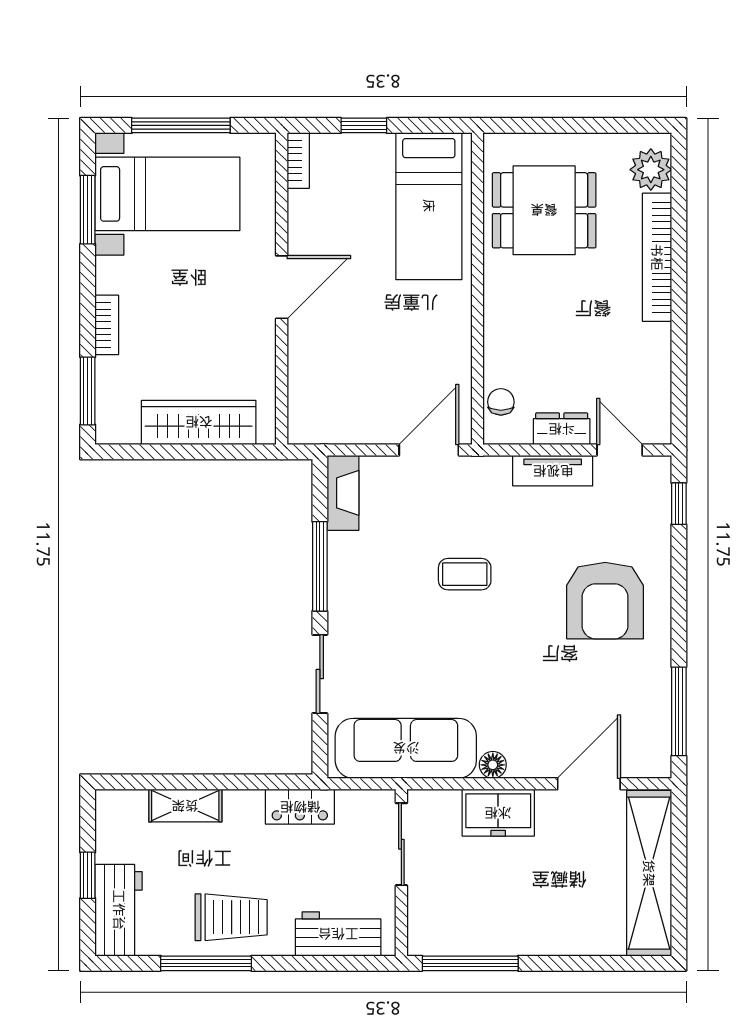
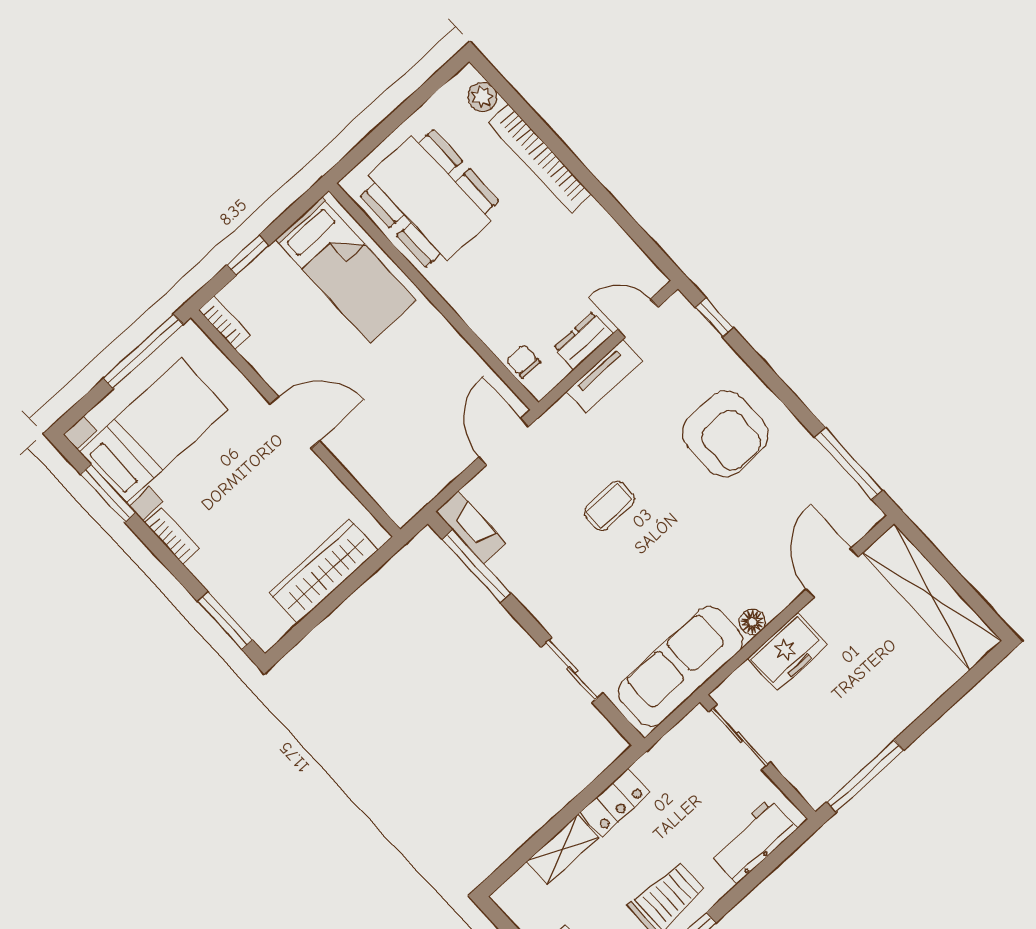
window: (181, 125) -> (143, 351), moved
plant: (651, 170) -> (482, 97), width x0.73, depth x0.73
dining table: (544, 210) -> (430, 198), width x1.37
door: (282, 287) -> (295, 422), hinge flipped
bookcase: (107, 325) -> (172, 536), moved
window: (320, 566) -> (476, 566), moved
locker: (300, 807) -> (615, 802), moved

